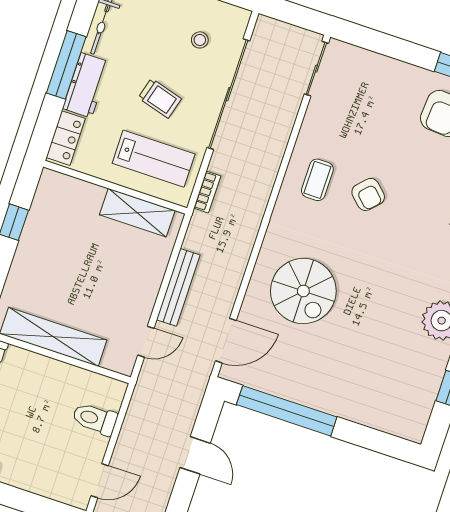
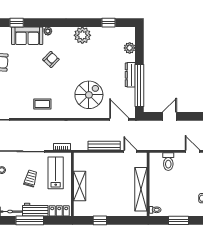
armchair: (368, 194) -> (51, 59), moved
shelving: (137, 213) -> (80, 186), moved
dresser: (317, 398) -> (130, 75), added
plant: (378, 417) -> (130, 48), added

